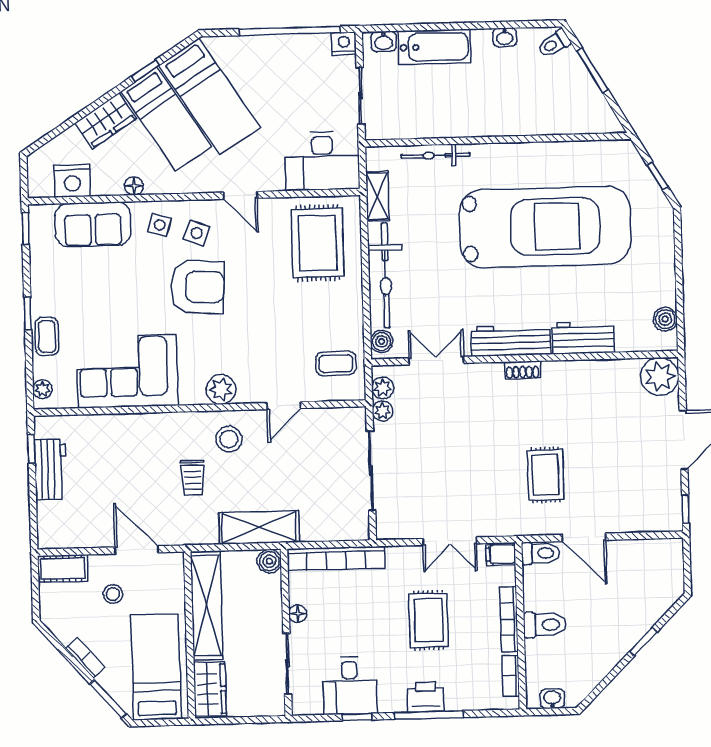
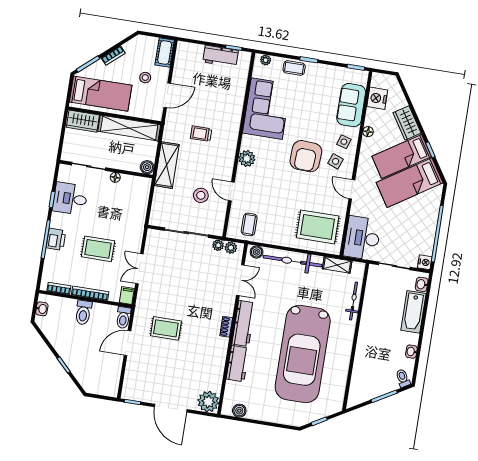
door: (240, 195) -> (352, 189), hinge flipped
stool: (229, 439) -> (201, 195), moved
bookcase: (336, 558) -> (142, 204), removed

